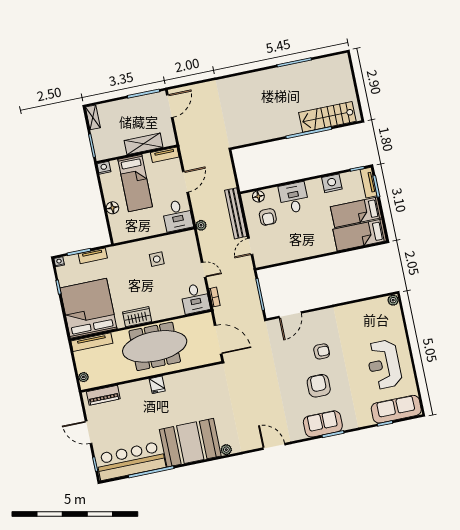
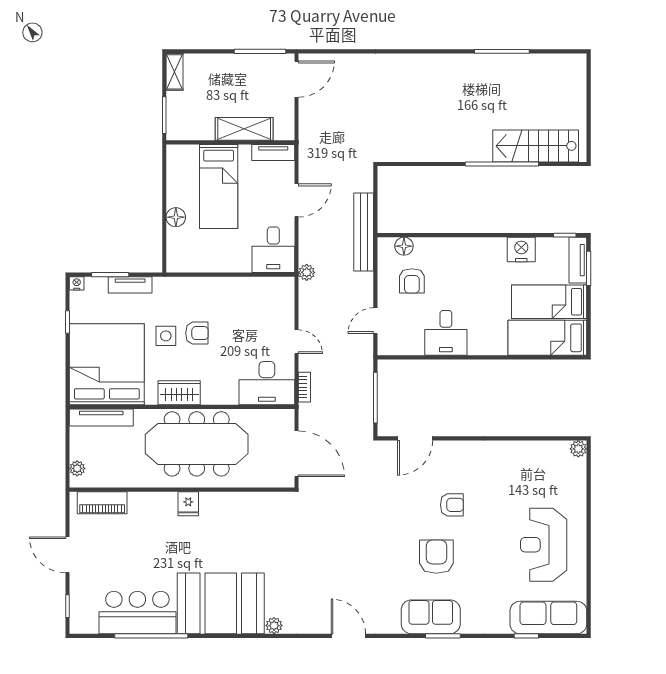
nightstand: (104, 168) -> (176, 153), removed
desk: (294, 198) -> (446, 333), moved, turned 180
bench: (236, 213) -> (364, 232), moved
side table: (157, 259) -> (166, 336), moved
armchair: (140, 277) -> (197, 333), added
desk: (195, 298) -> (267, 383), width x1.37
bar counter: (131, 461) -> (137, 613), width x0.73

